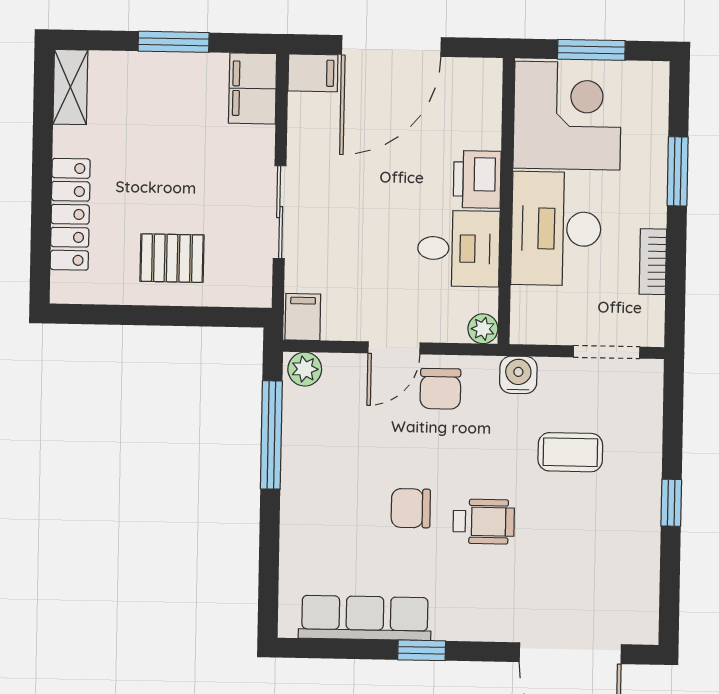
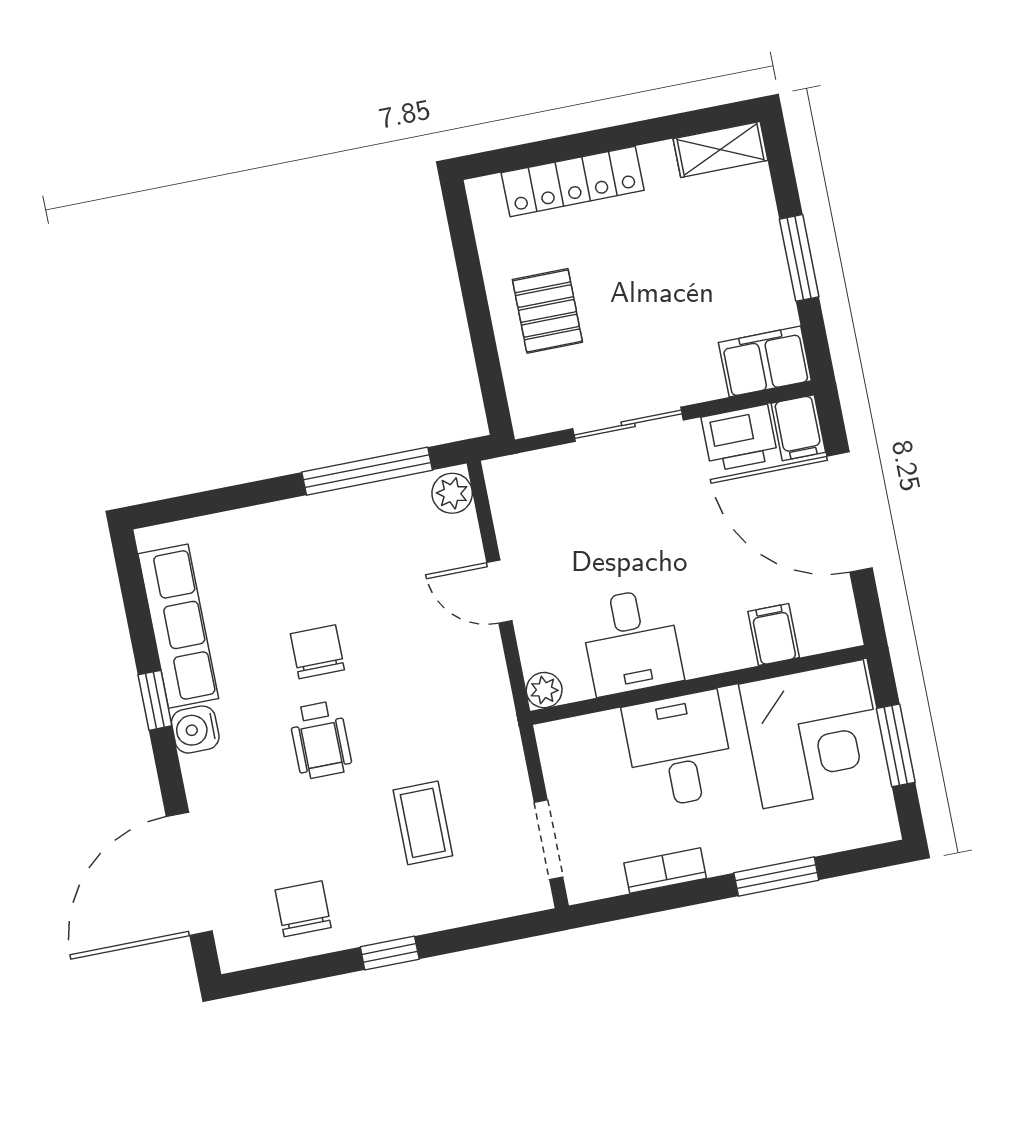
printer: (477, 179) -> (740, 438), moved, turned 180
desk: (556, 229) -> (679, 750), width x0.73
filing cabinet: (303, 317) -> (774, 634), moved, turned -90
water cooler: (518, 375) -> (195, 730), moved, turned 180
chair: (440, 389) -> (303, 909), moved, turned 90

